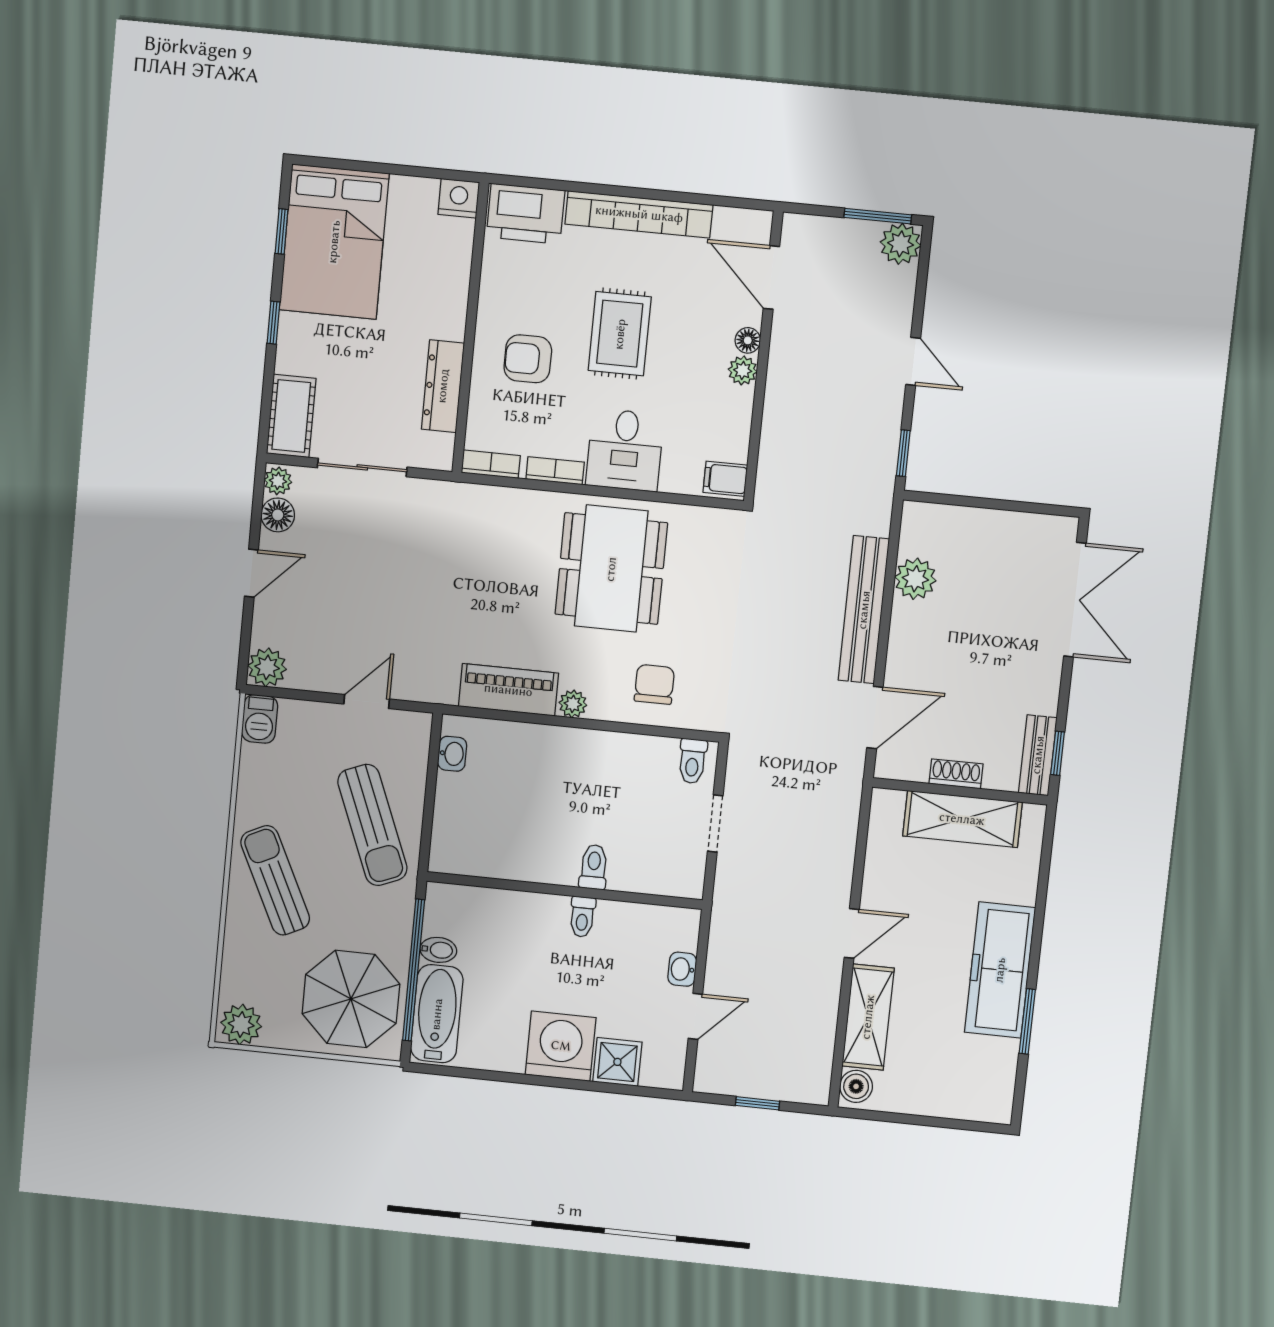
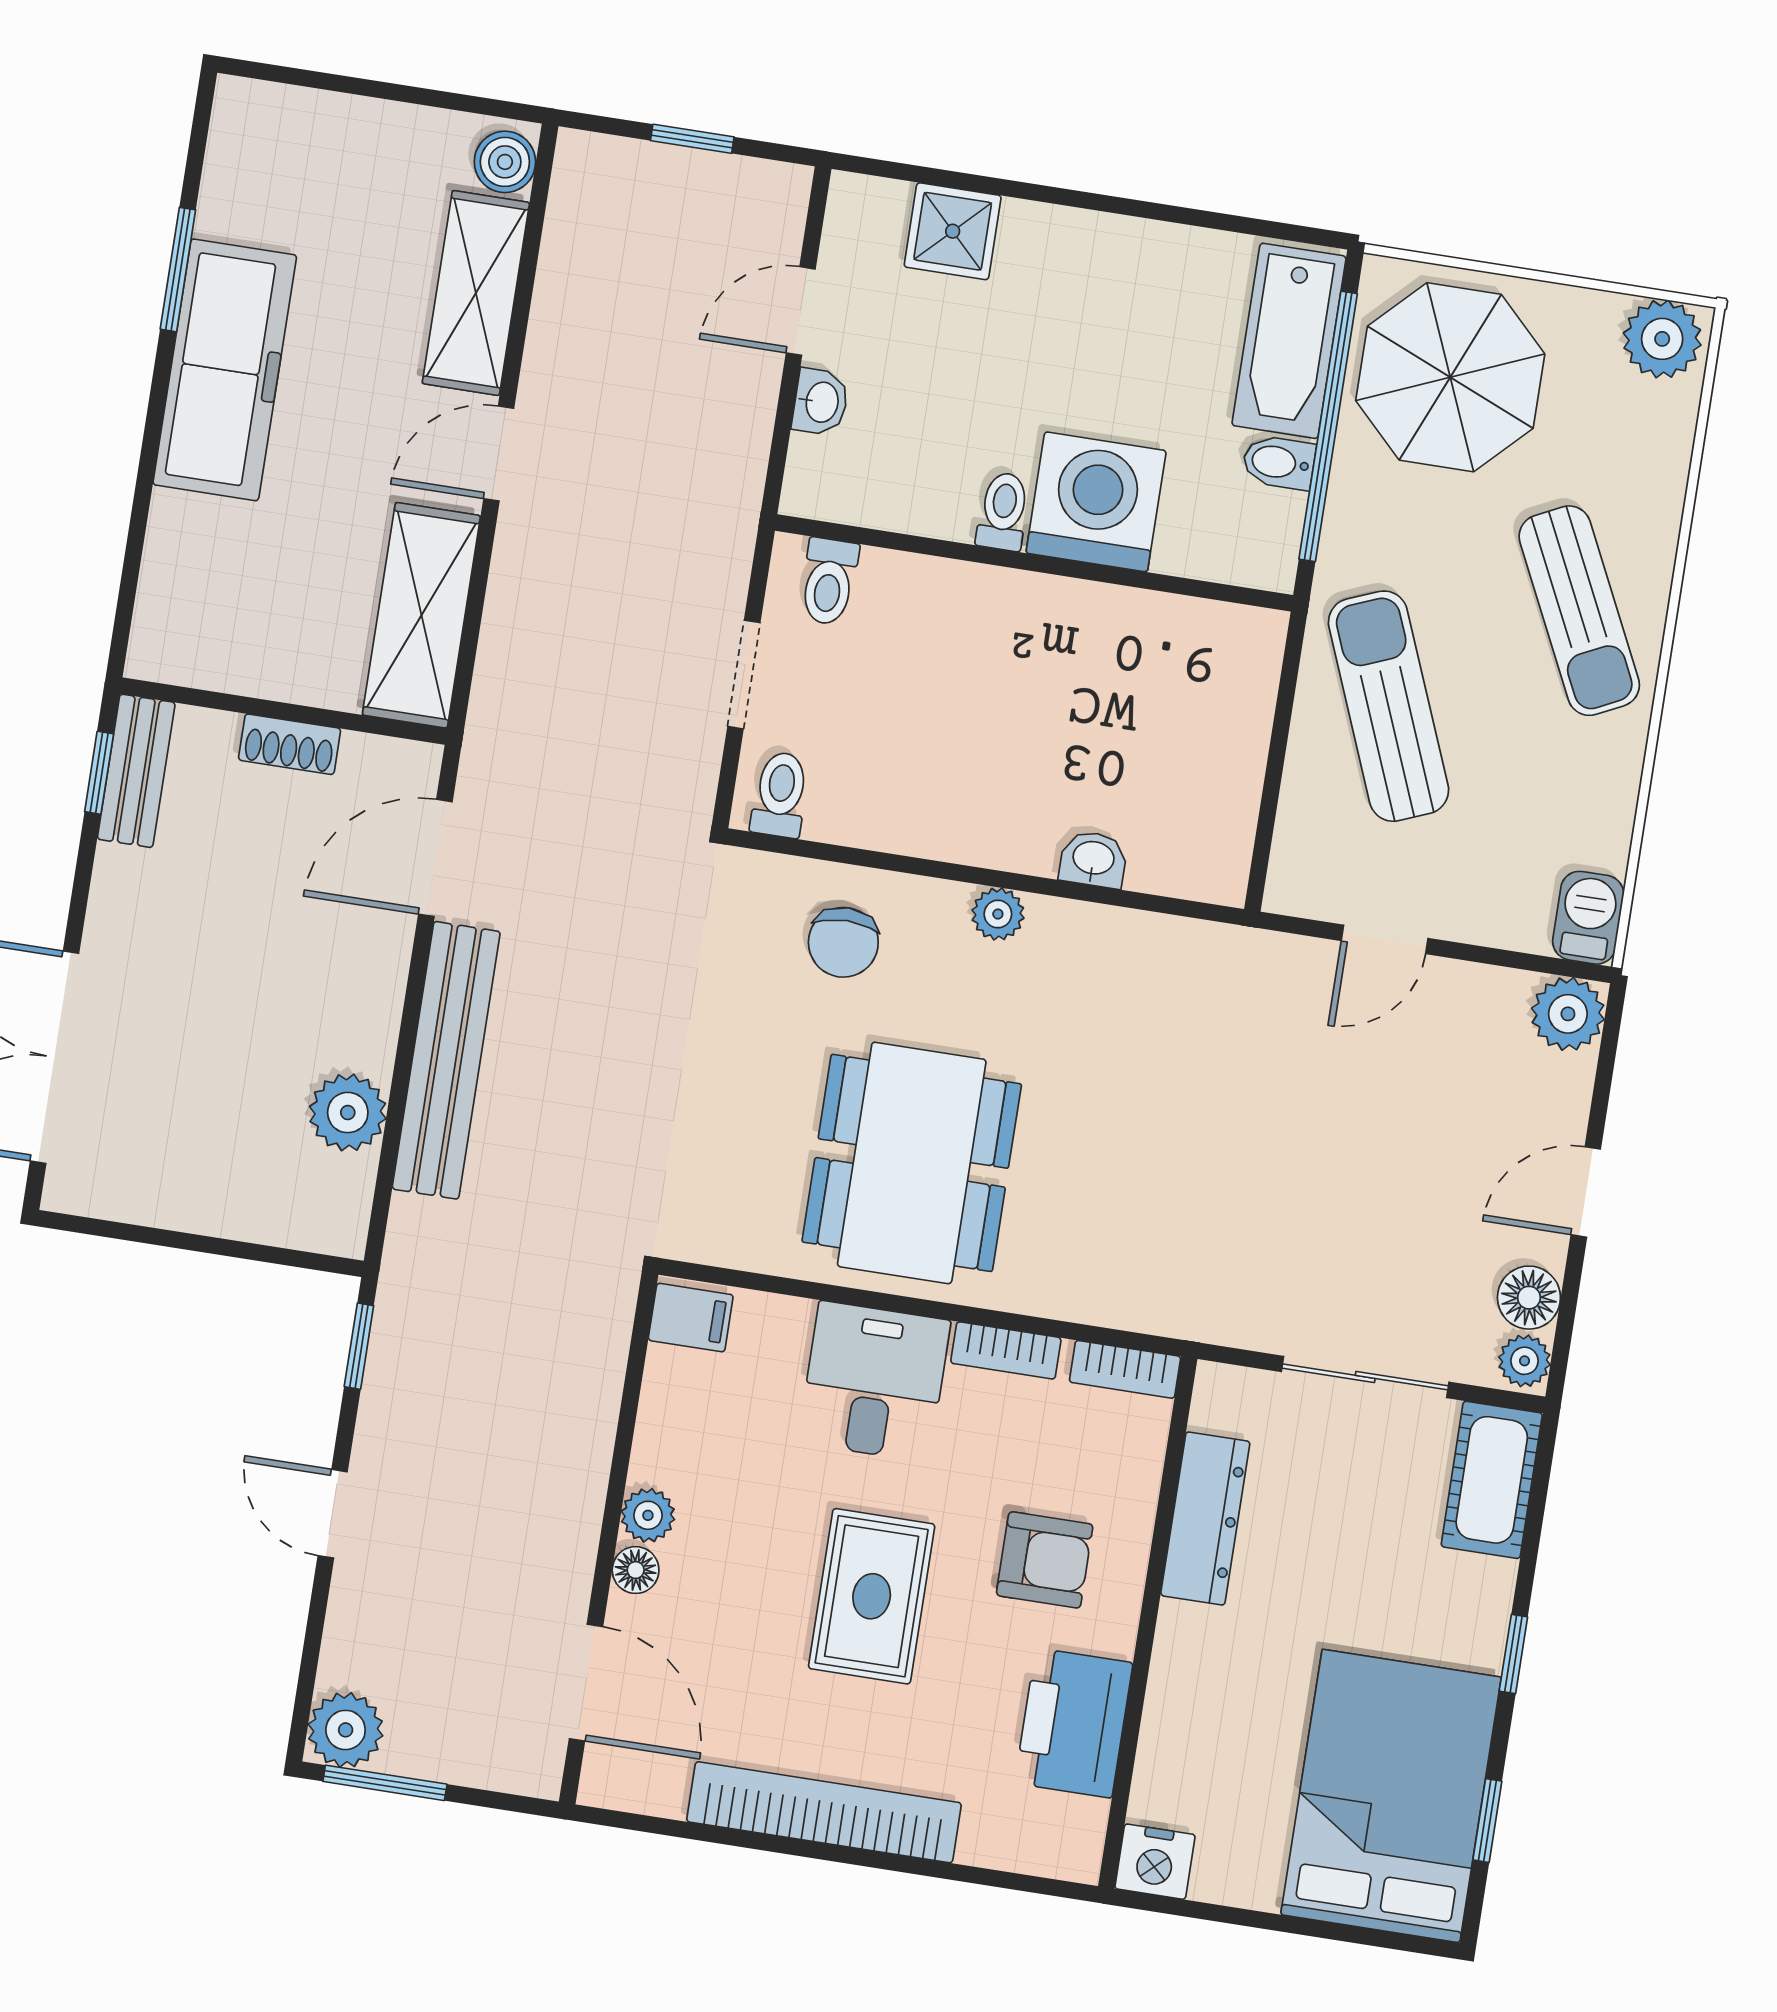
printer: (525, 214) -> (1074, 1723), moved, turned -90
piano: (508, 690) -> (1117, 947), removed
washbasin: (452, 754) -> (1093, 859), moved, turned 90
shelving: (962, 819) -> (421, 615), moved, turned 90
toilet: (594, 867) -> (829, 581), moved
washing machine: (561, 1046) -> (1096, 502), moved, turned 180

